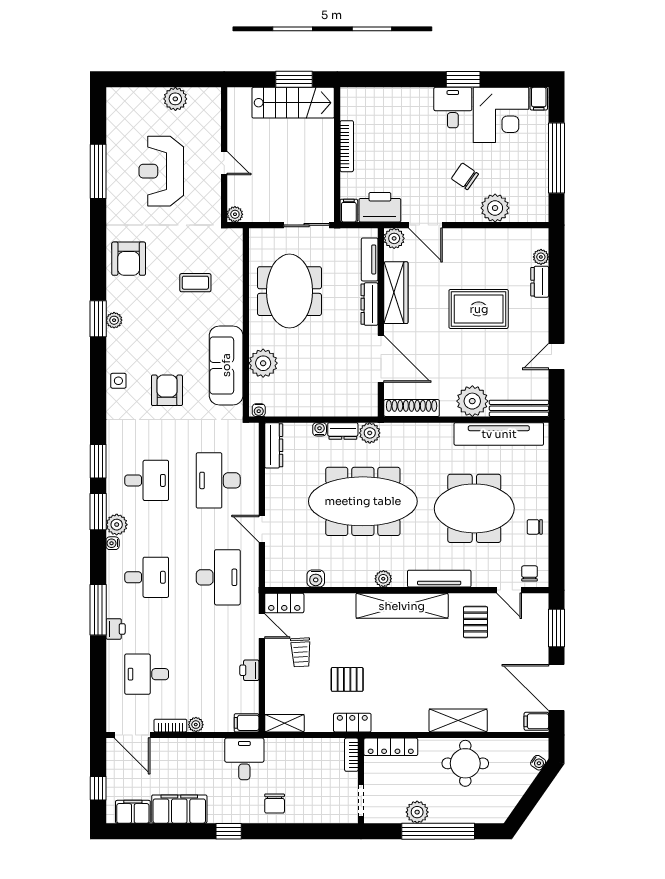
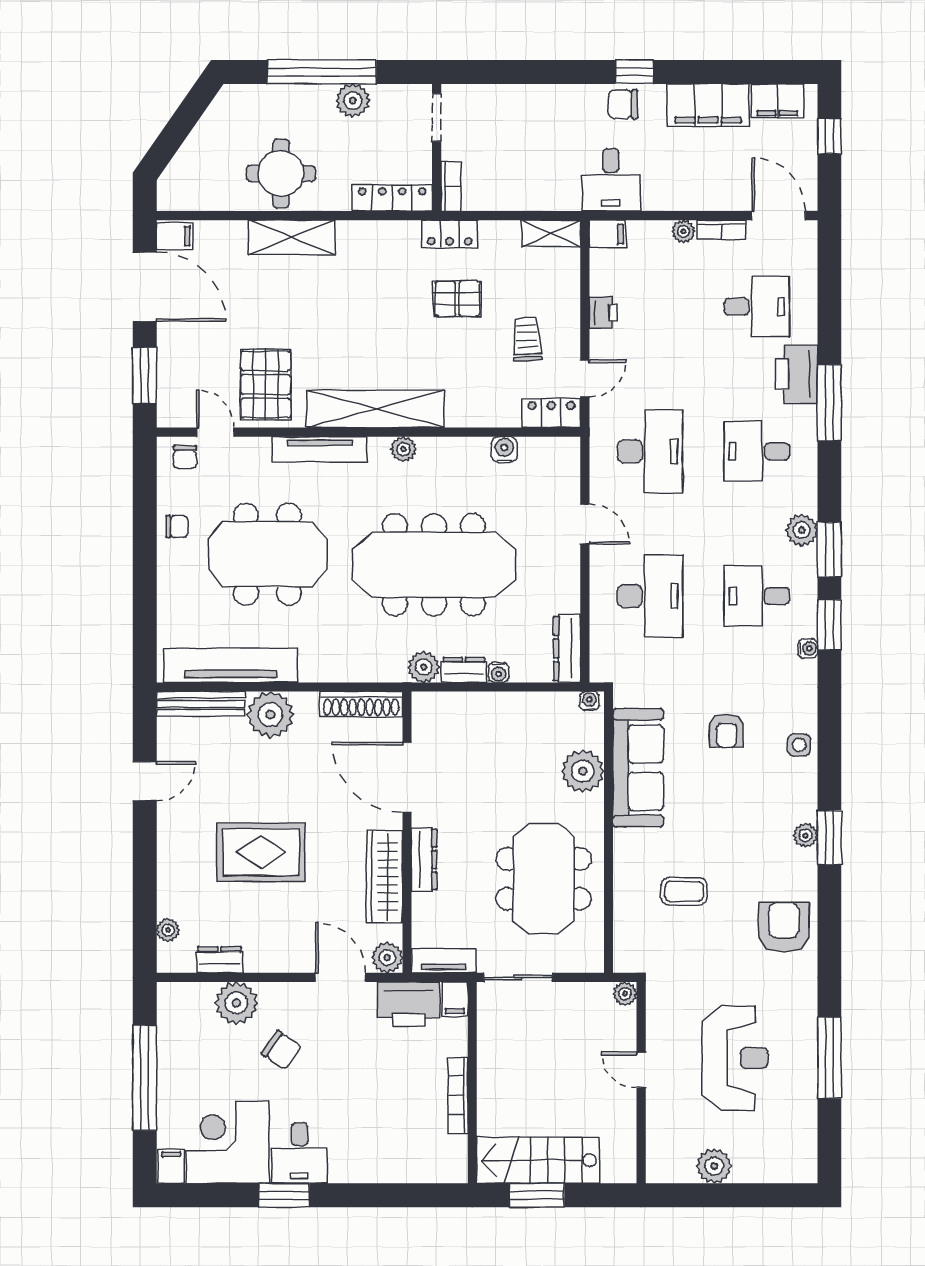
tv unit: (370, 259) -> (444, 961), moved, turned -90
dresser: (540, 282) -> (220, 960), moved, turned -90
armchair: (167, 390) -> (726, 731), width x0.72, depth x0.72
water cooler: (113, 543) -> (808, 648), moved
desk: (218, 577) -> (650, 451), turned 180
pallet: (475, 622) -> (266, 385), width x1.50, depth x1.42
door: (262, 626) -> (585, 378), swing flipped
printer: (116, 629) -> (797, 374), width x1.87, depth x1.48
water cooler: (538, 763) -> (172, 174), removed
chair: (275, 804) -> (623, 104), moved, turned -90

